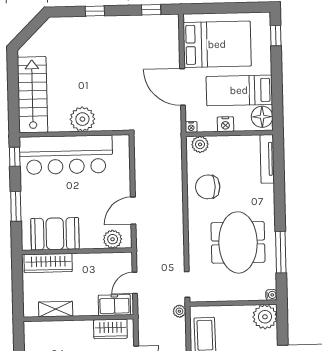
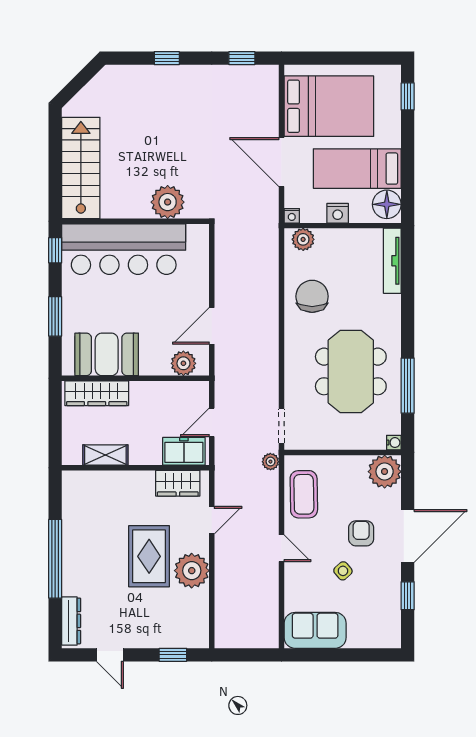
plant: (82, 119) -> (168, 202), moved
chair: (208, 187) -> (312, 296), turned 90

